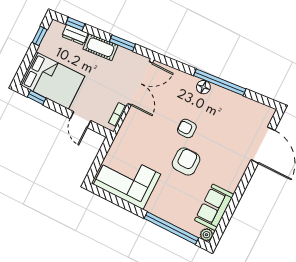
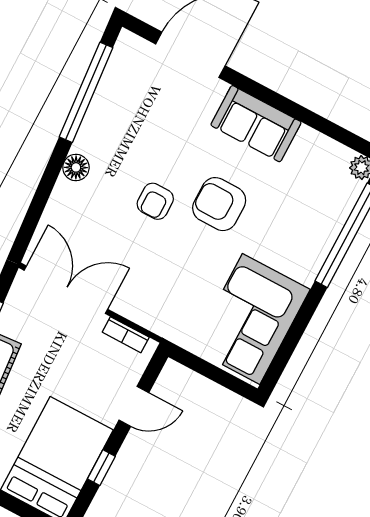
window: (220, 82) -> (86, 92), moved
window: (37, 97) -> (101, 468), moved
sofa: (214, 207) -> (256, 124), moved

